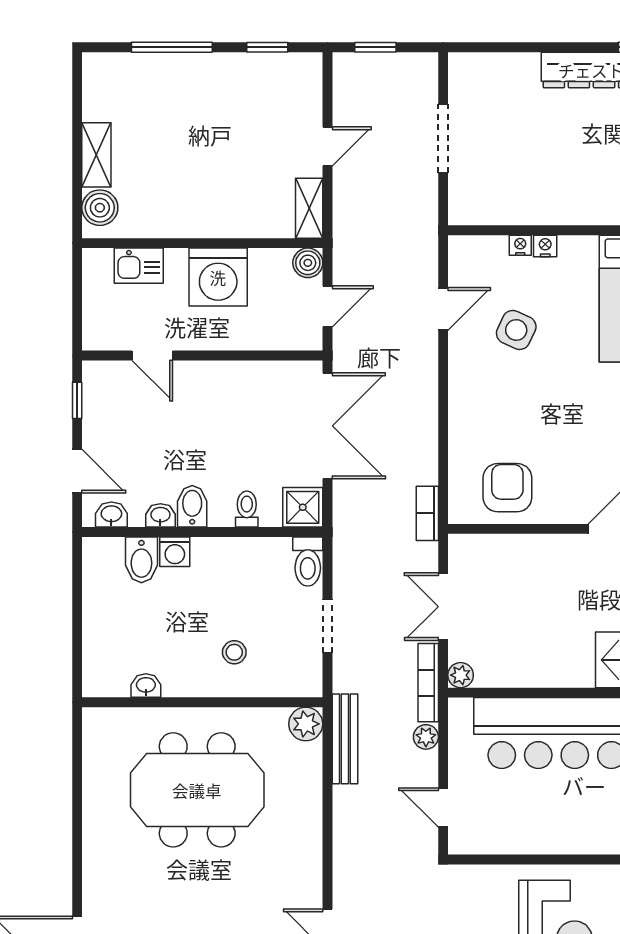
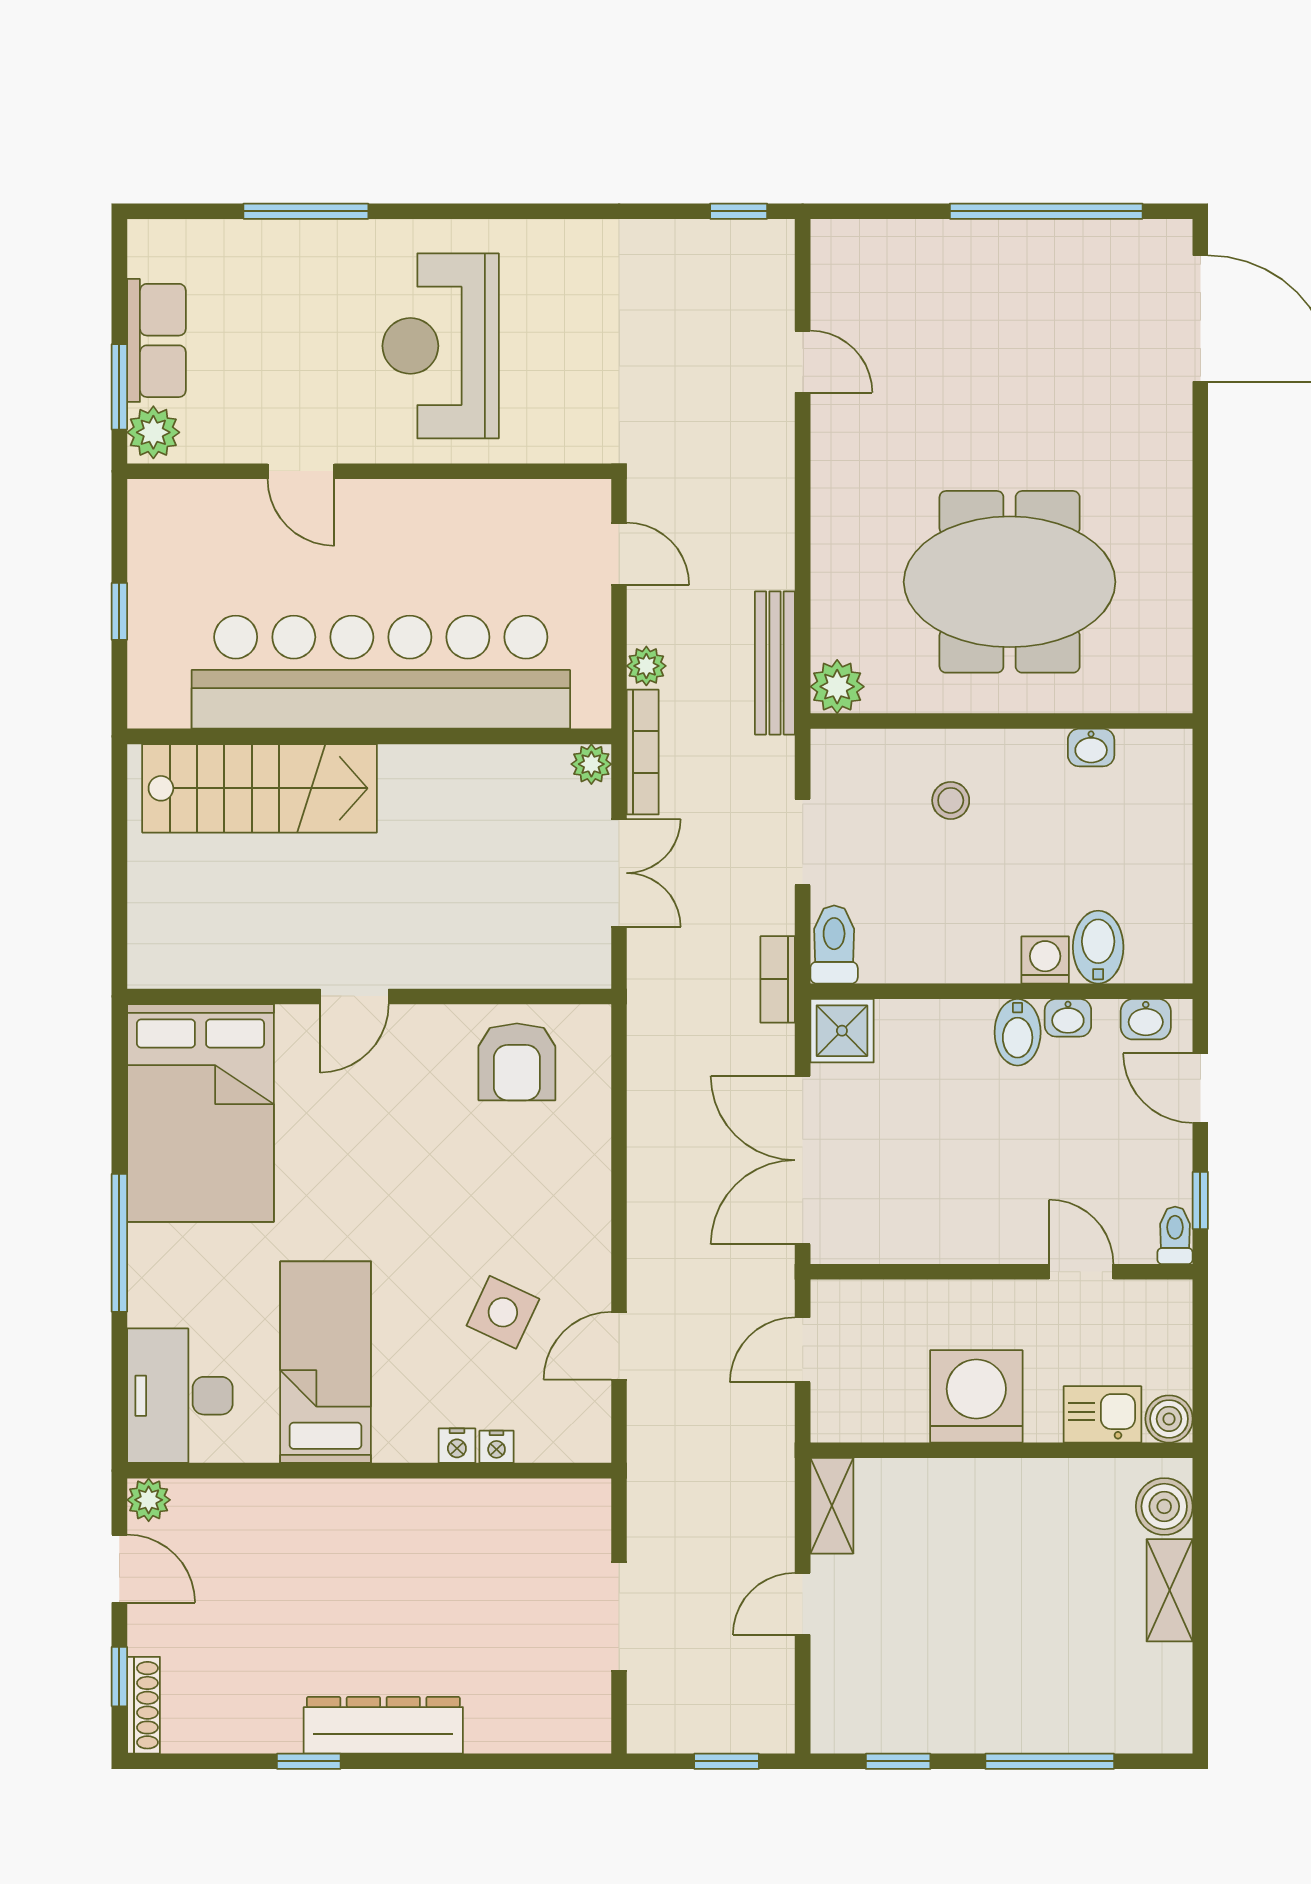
boiler: (308, 263) -> (1169, 1419), moved
toilet: (247, 509) -> (1175, 1235), moved, turned 180
bookcase: (427, 513) -> (778, 979), moved, turned 180

